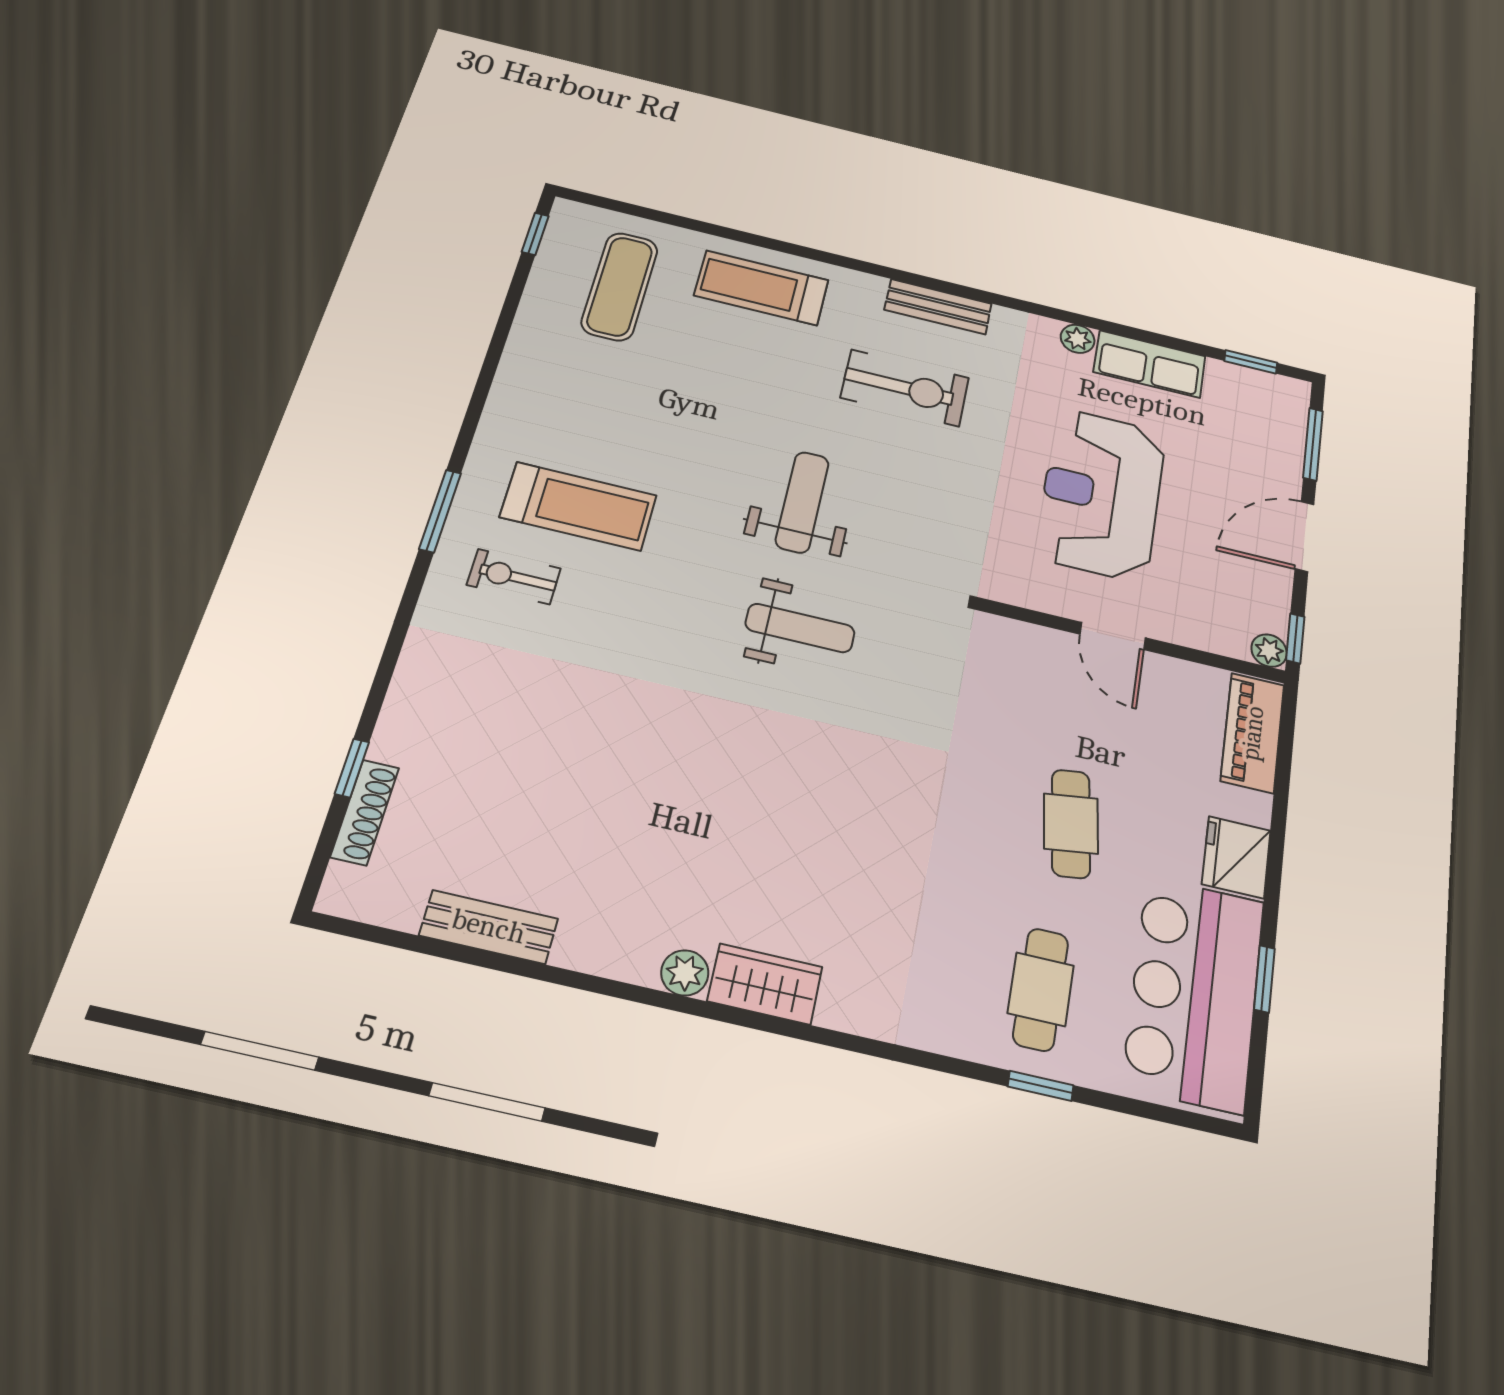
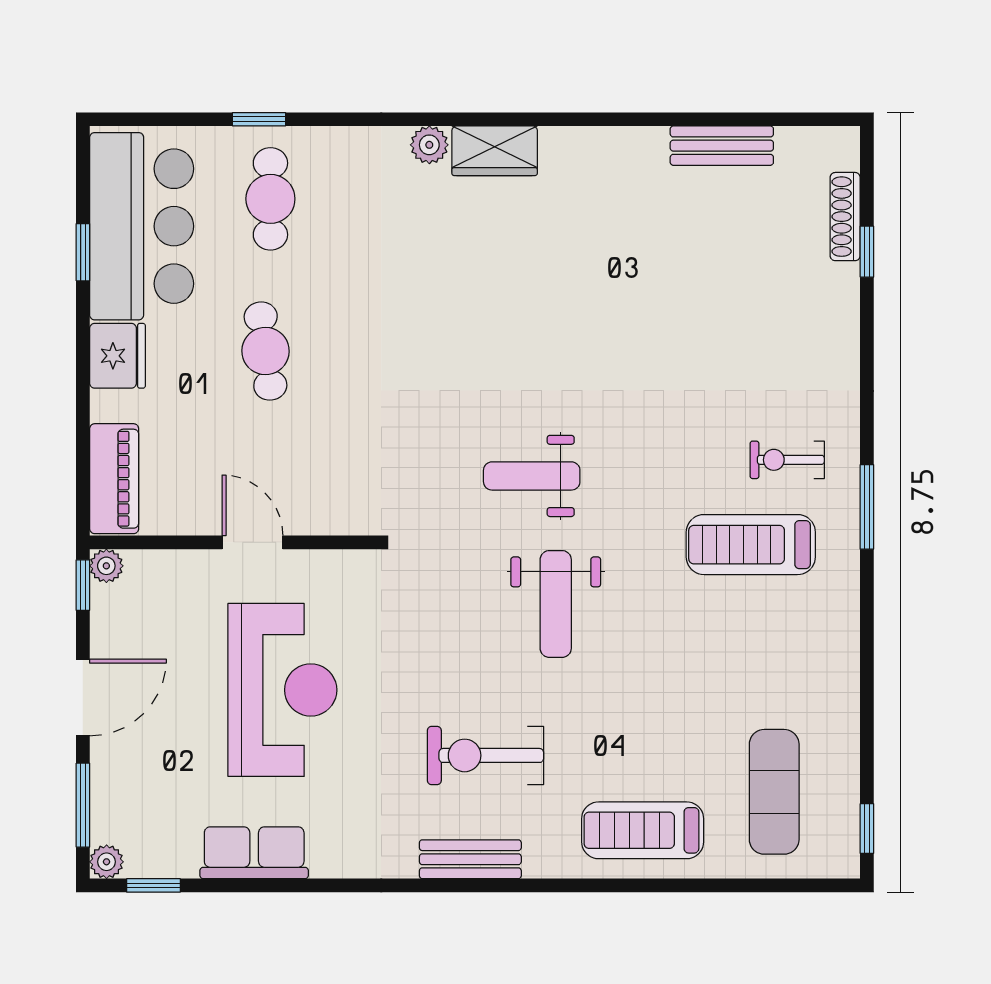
treadmill: (761, 288) -> (643, 830), turned 180
plant: (1078, 339) -> (107, 862), moved
exercise bike: (514, 577) -> (787, 460), turned 180
plant: (685, 973) -> (429, 145), moved

